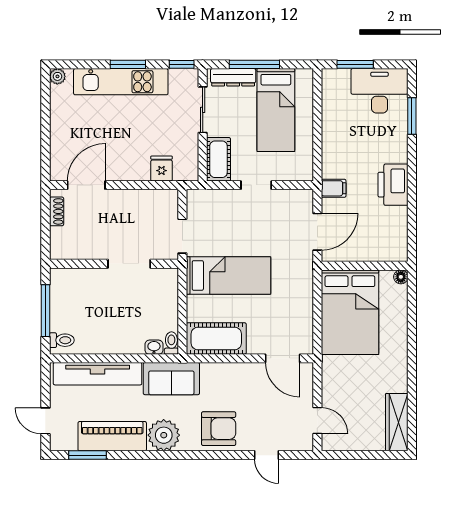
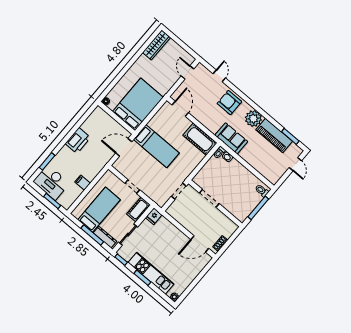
fridge: (162, 169) -> (154, 216), moved
filing cabinet: (334, 188) -> (83, 183), moved
bed: (229, 275) -> (156, 146), moved, turned 180
tv unit: (98, 374) -> (259, 165), removed

